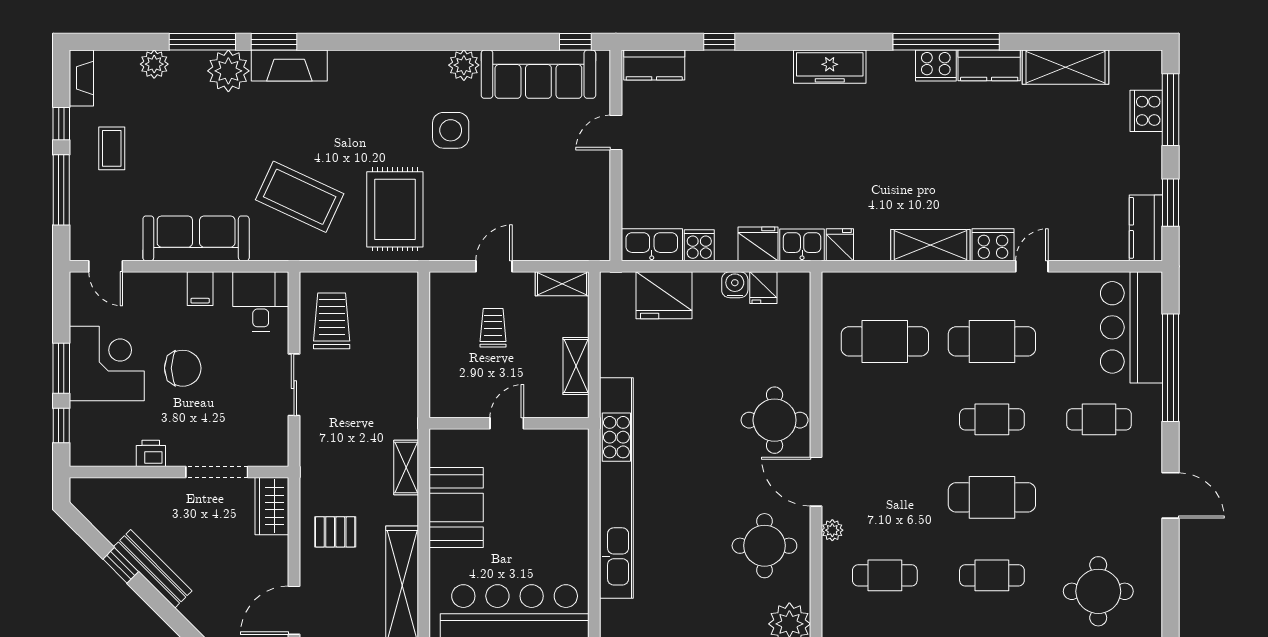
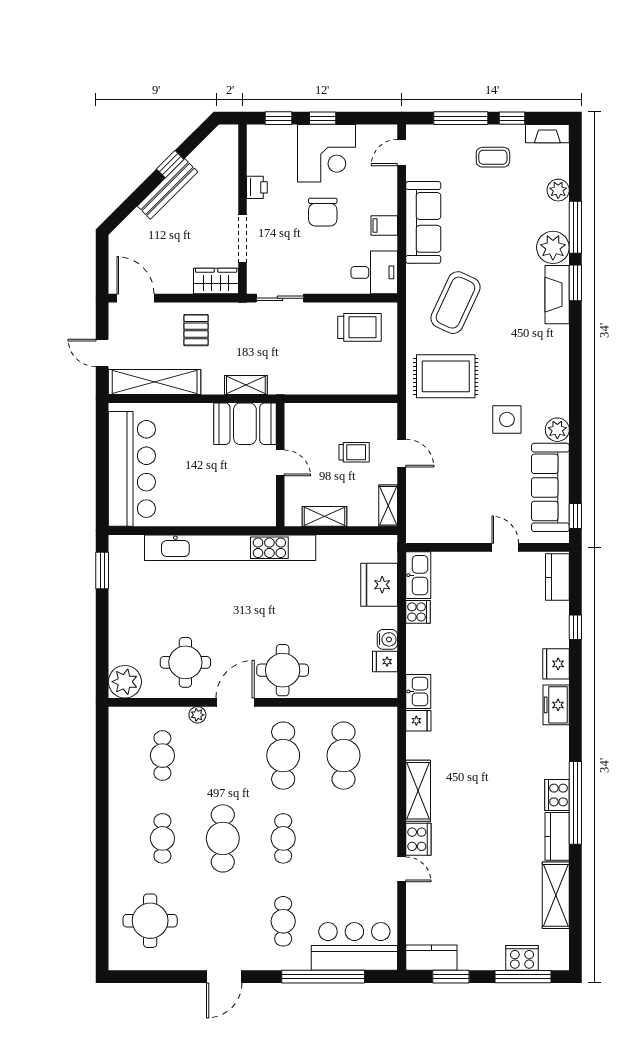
freezer: (830, 67) -> (556, 705), width x0.71
fridge: (758, 244) -> (556, 664), moved, turned 180
cafe table: (992, 341) -> (283, 756), moved
window: (61, 368) -> (323, 118), width x0.67
sliding door: (294, 385) -> (280, 298), moved
booth: (456, 508) -> (245, 424), moved

